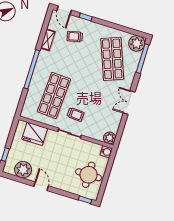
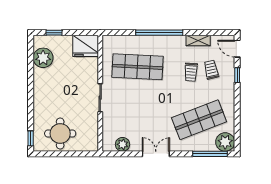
door: (64, 10) -> (237, 49), hinge flipped
trolley: (75, 114) -> (191, 72), moved
fridge: (35, 134) -> (86, 46), moved, turned -90
plant: (110, 138) -> (123, 144), moved
water cooler: (106, 152) -> (92, 145), removed
door: (41, 186) -> (31, 84), removed

